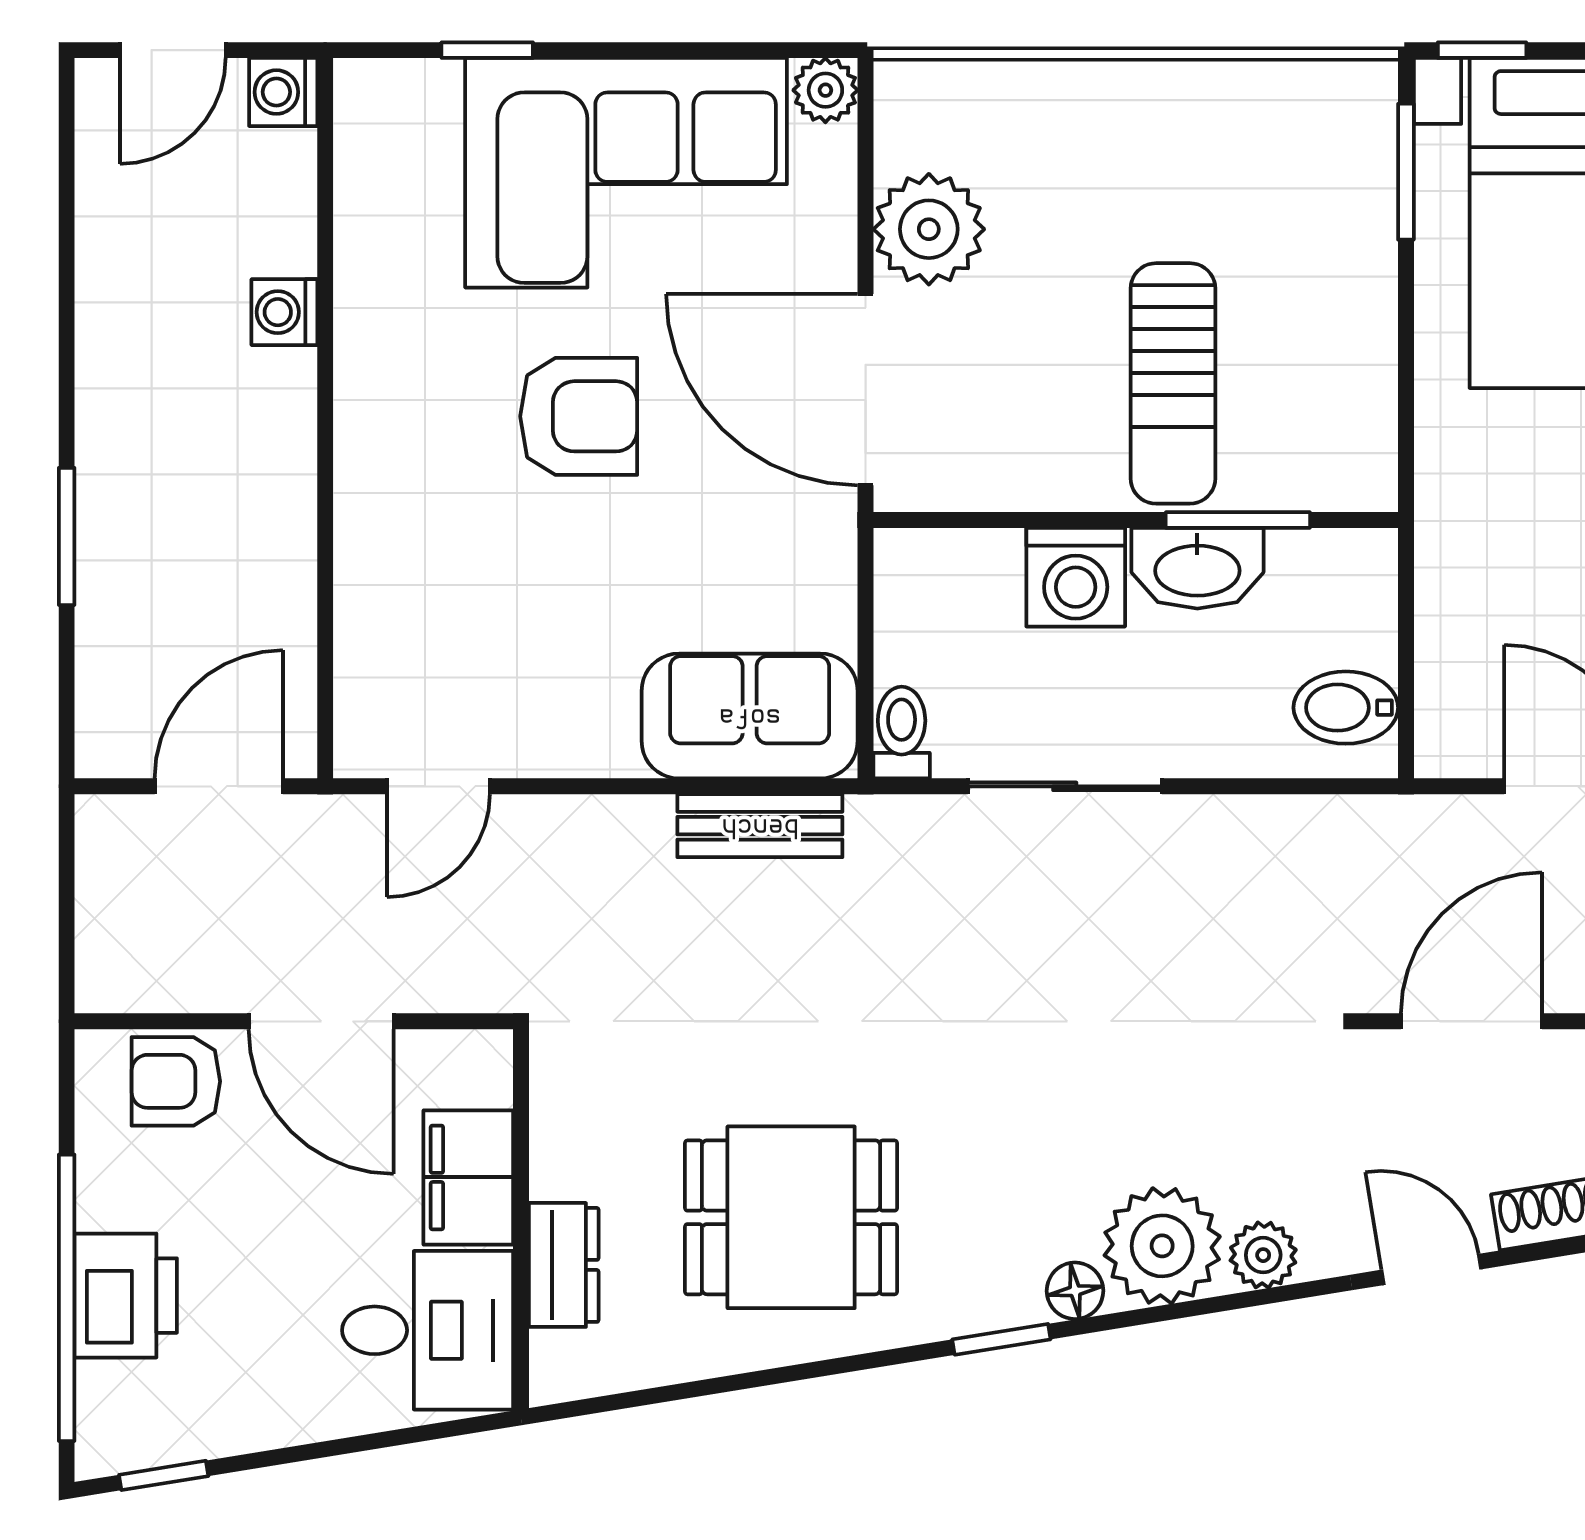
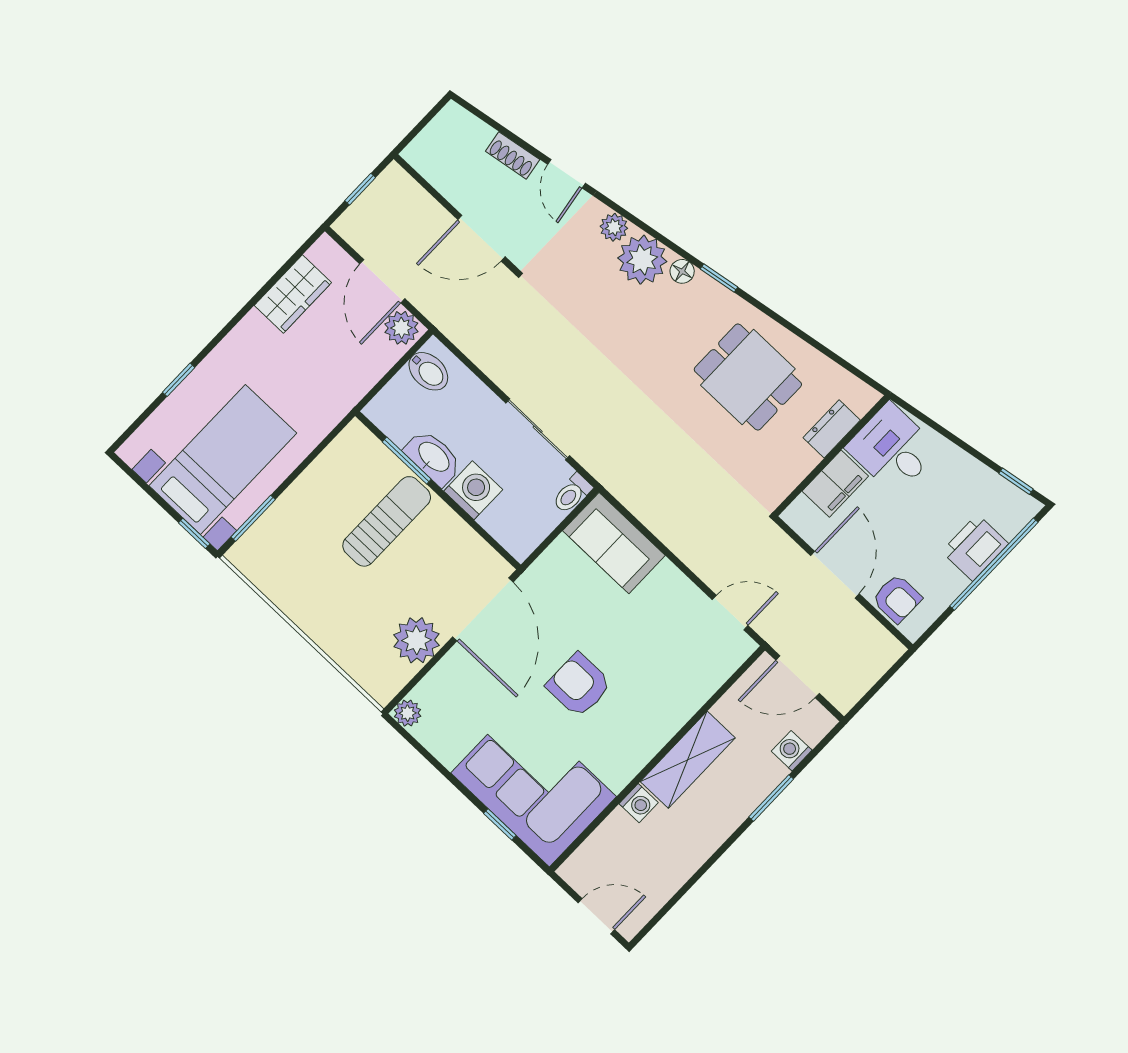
washing machine: (283, 92) -> (792, 751), moved, turned 180
corner sofa: (626, 173) -> (534, 785), moved
shelving: (271, 466) -> (688, 760), added
plant: (1463, 738) -> (401, 328), added
bench: (760, 826) -> (643, 506), removed

